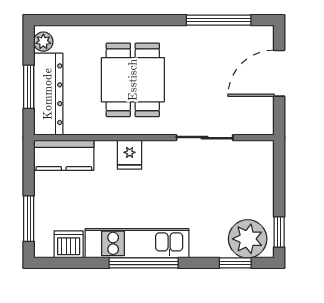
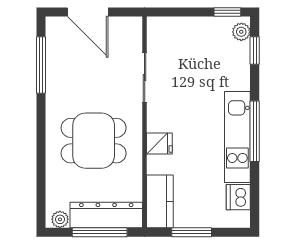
window: (29, 87) -> (100, 232), width x1.44
window: (29, 219) -> (192, 232), moved
plant: (248, 239) -> (241, 32), width x0.53, depth x0.53

